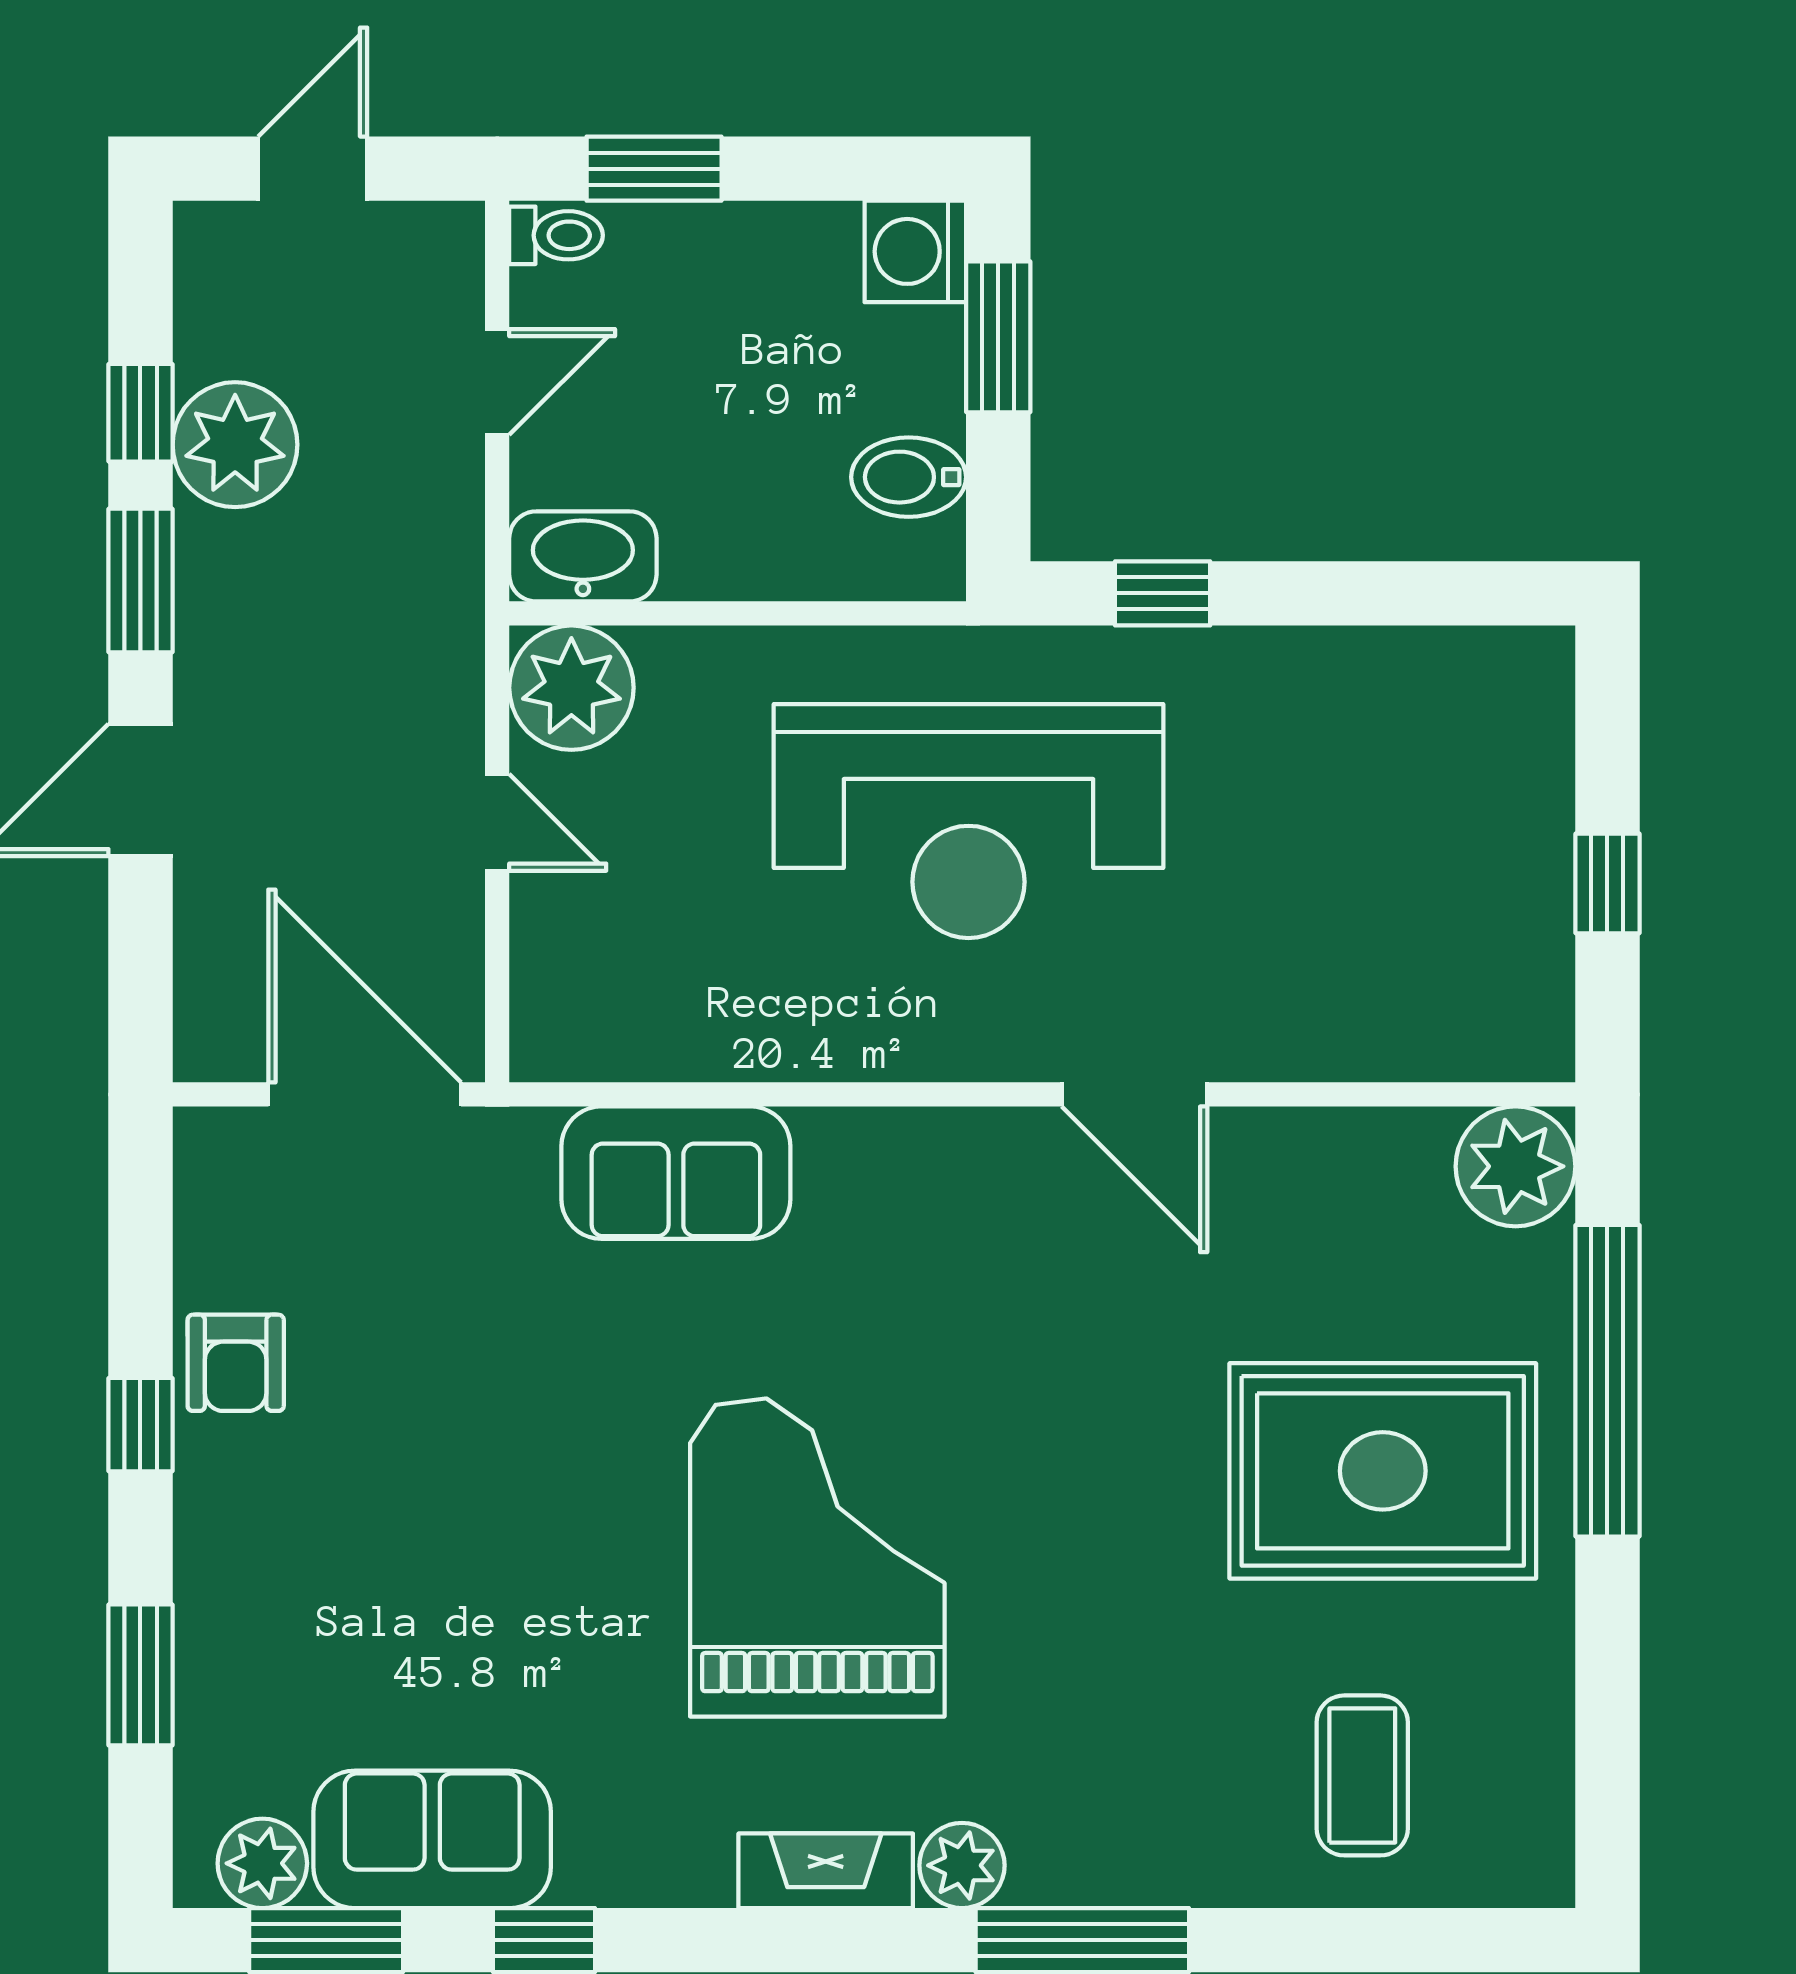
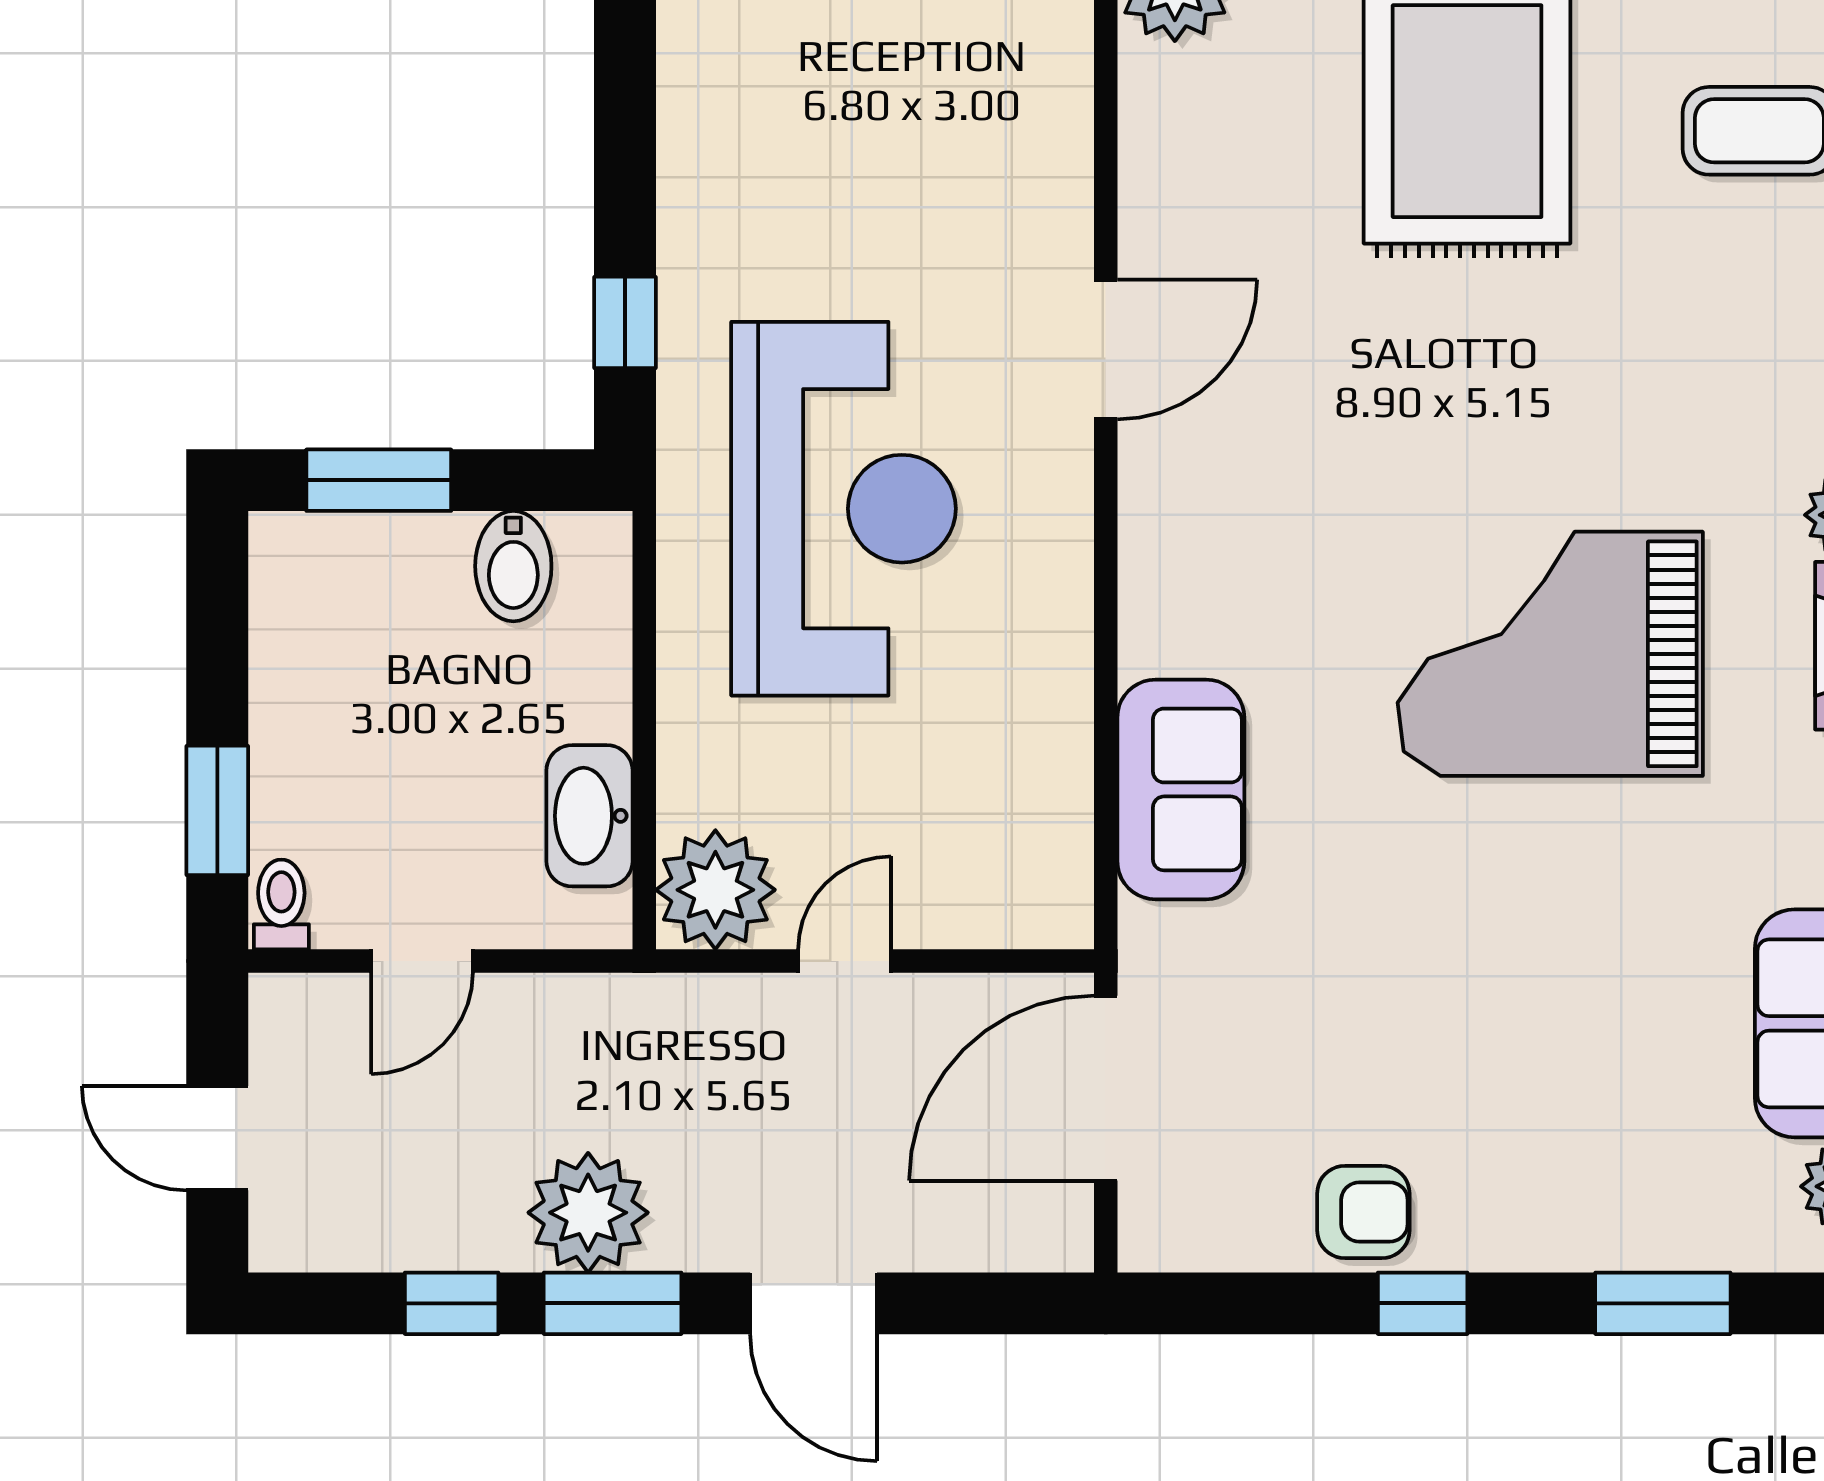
washing machine: (915, 251) -> (297, 560), removed
door: (497, 382) -> (422, 961), swing flipped
plant: (235, 445) -> (588, 1213), moved
washbasin: (583, 556) -> (589, 816), moved

